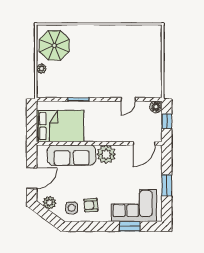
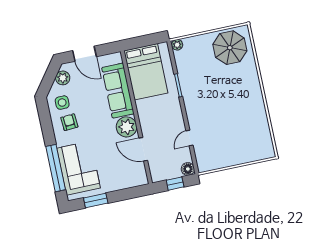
plant: (41, 69) -> (177, 45), moved
door: (128, 99) -> (189, 138), hinge flipped
door: (144, 143) -> (143, 149), moved
window: (167, 185) -> (96, 200), moved
window: (130, 226) -> (56, 168), width x2.11

